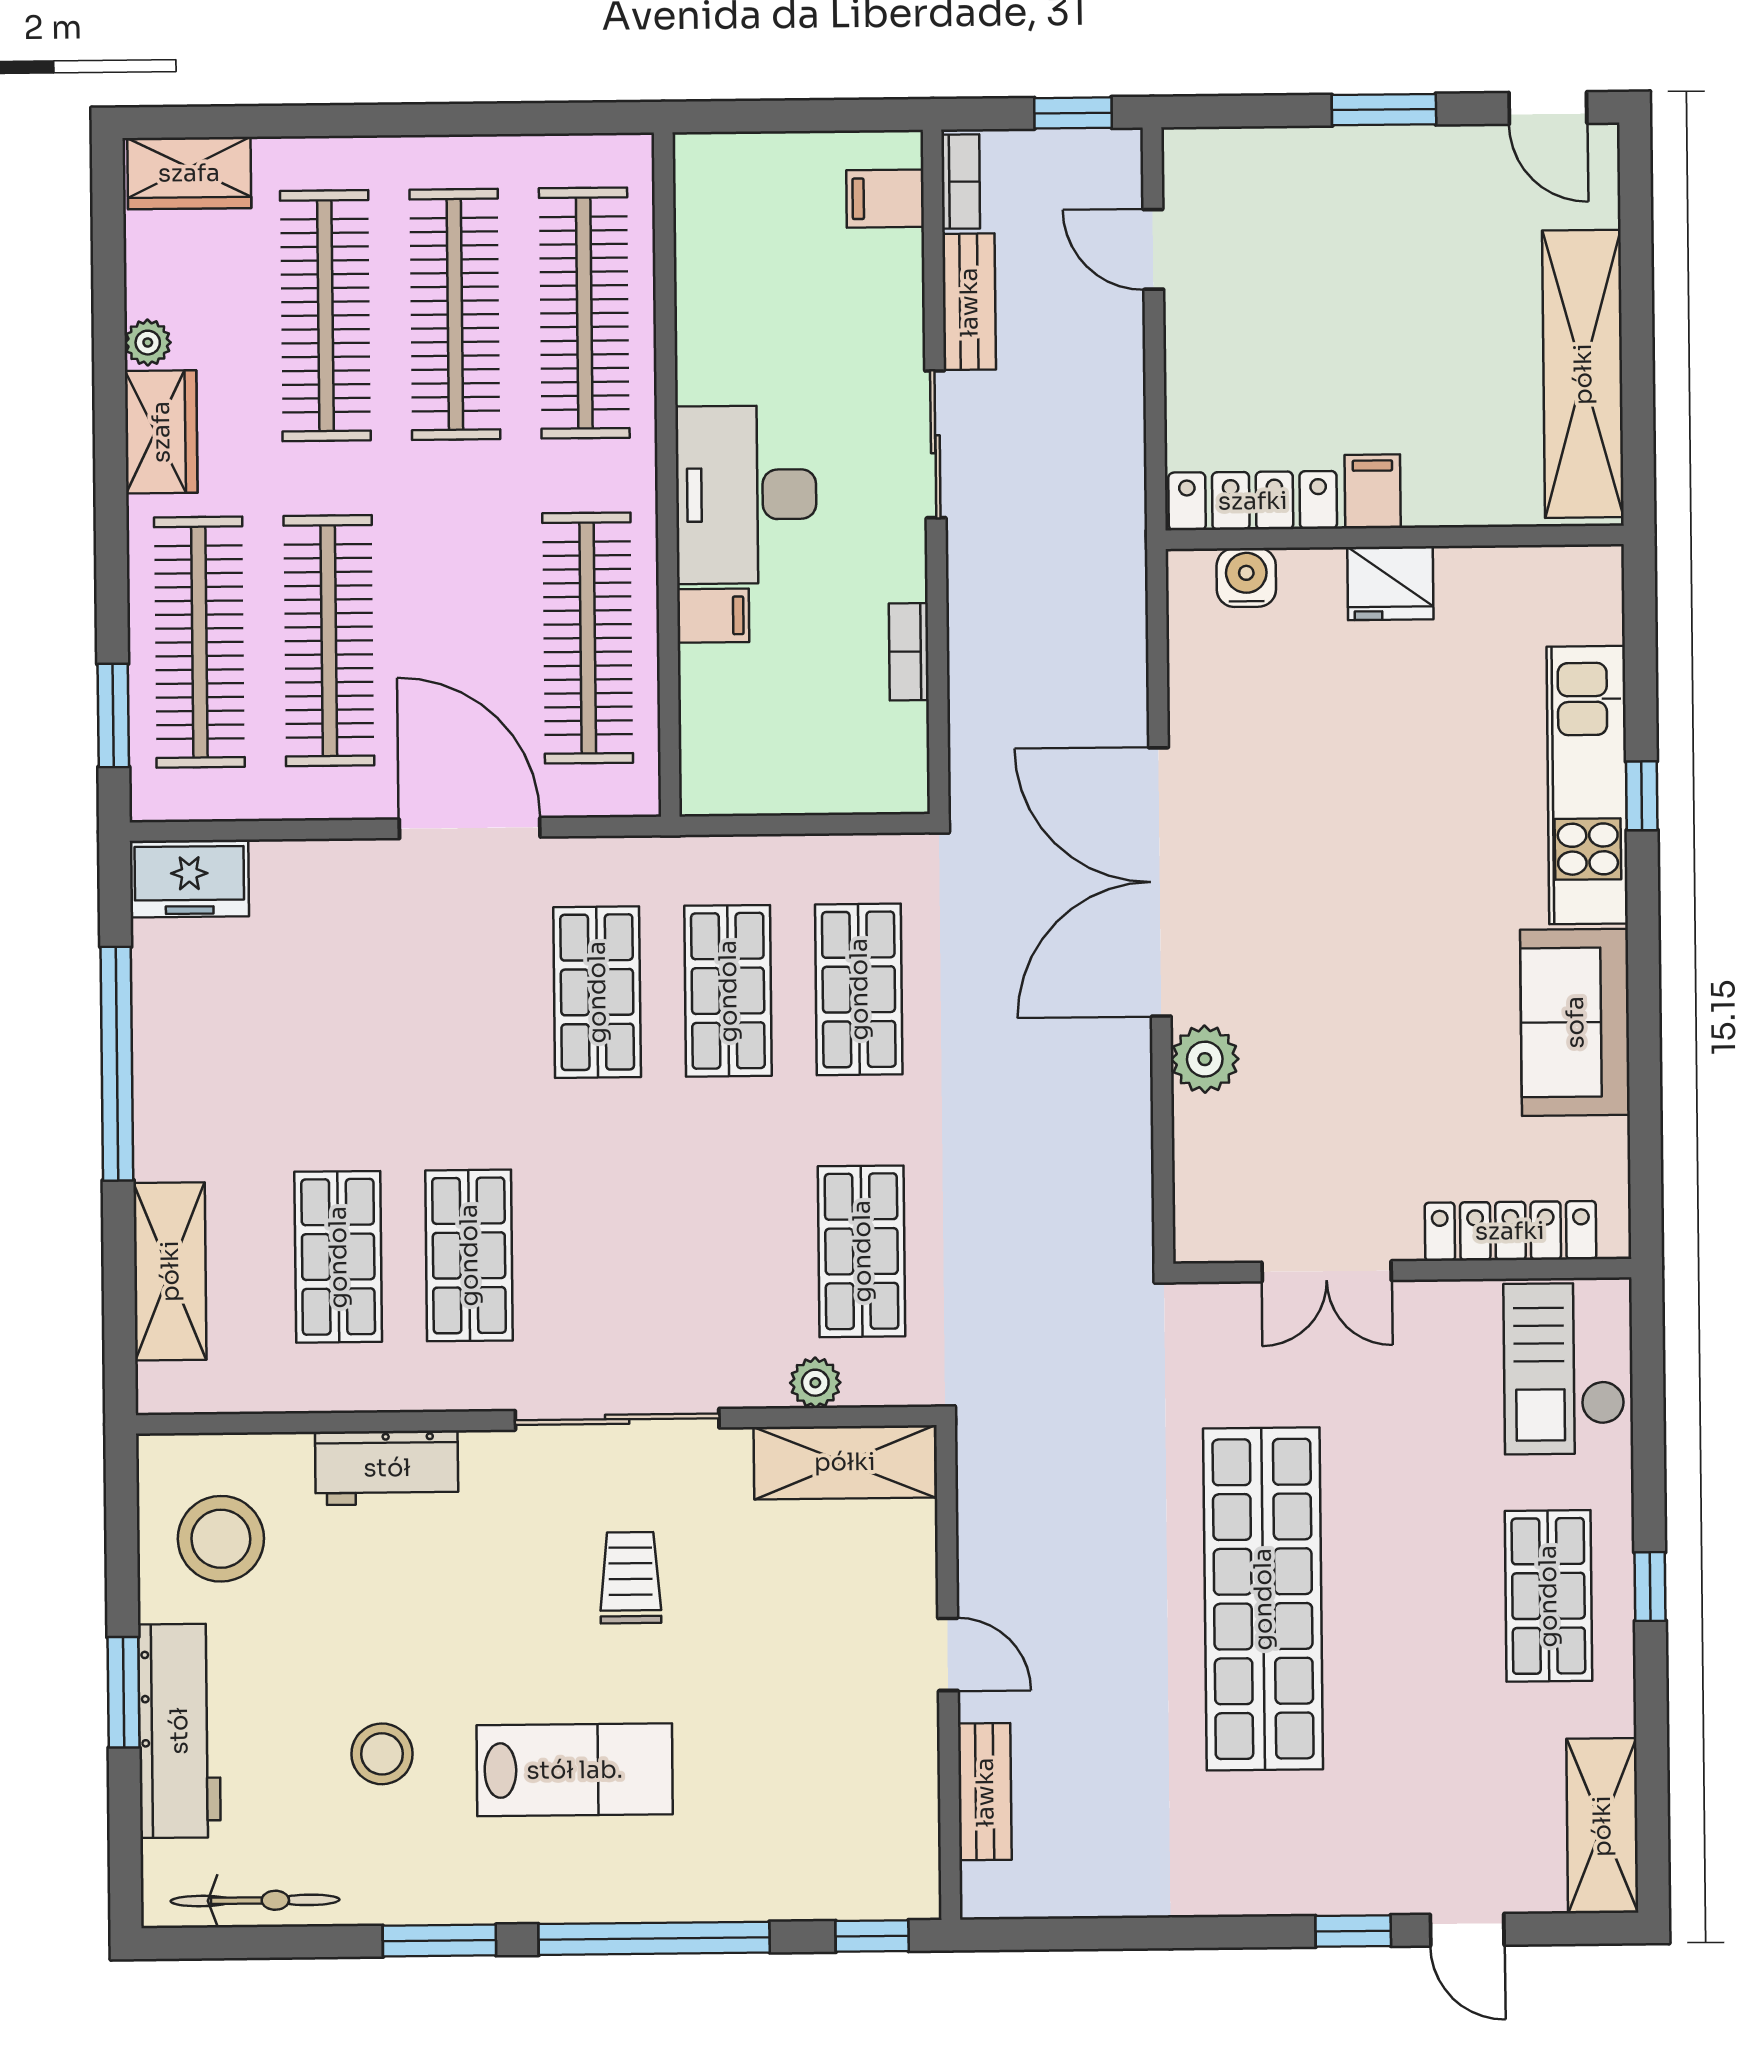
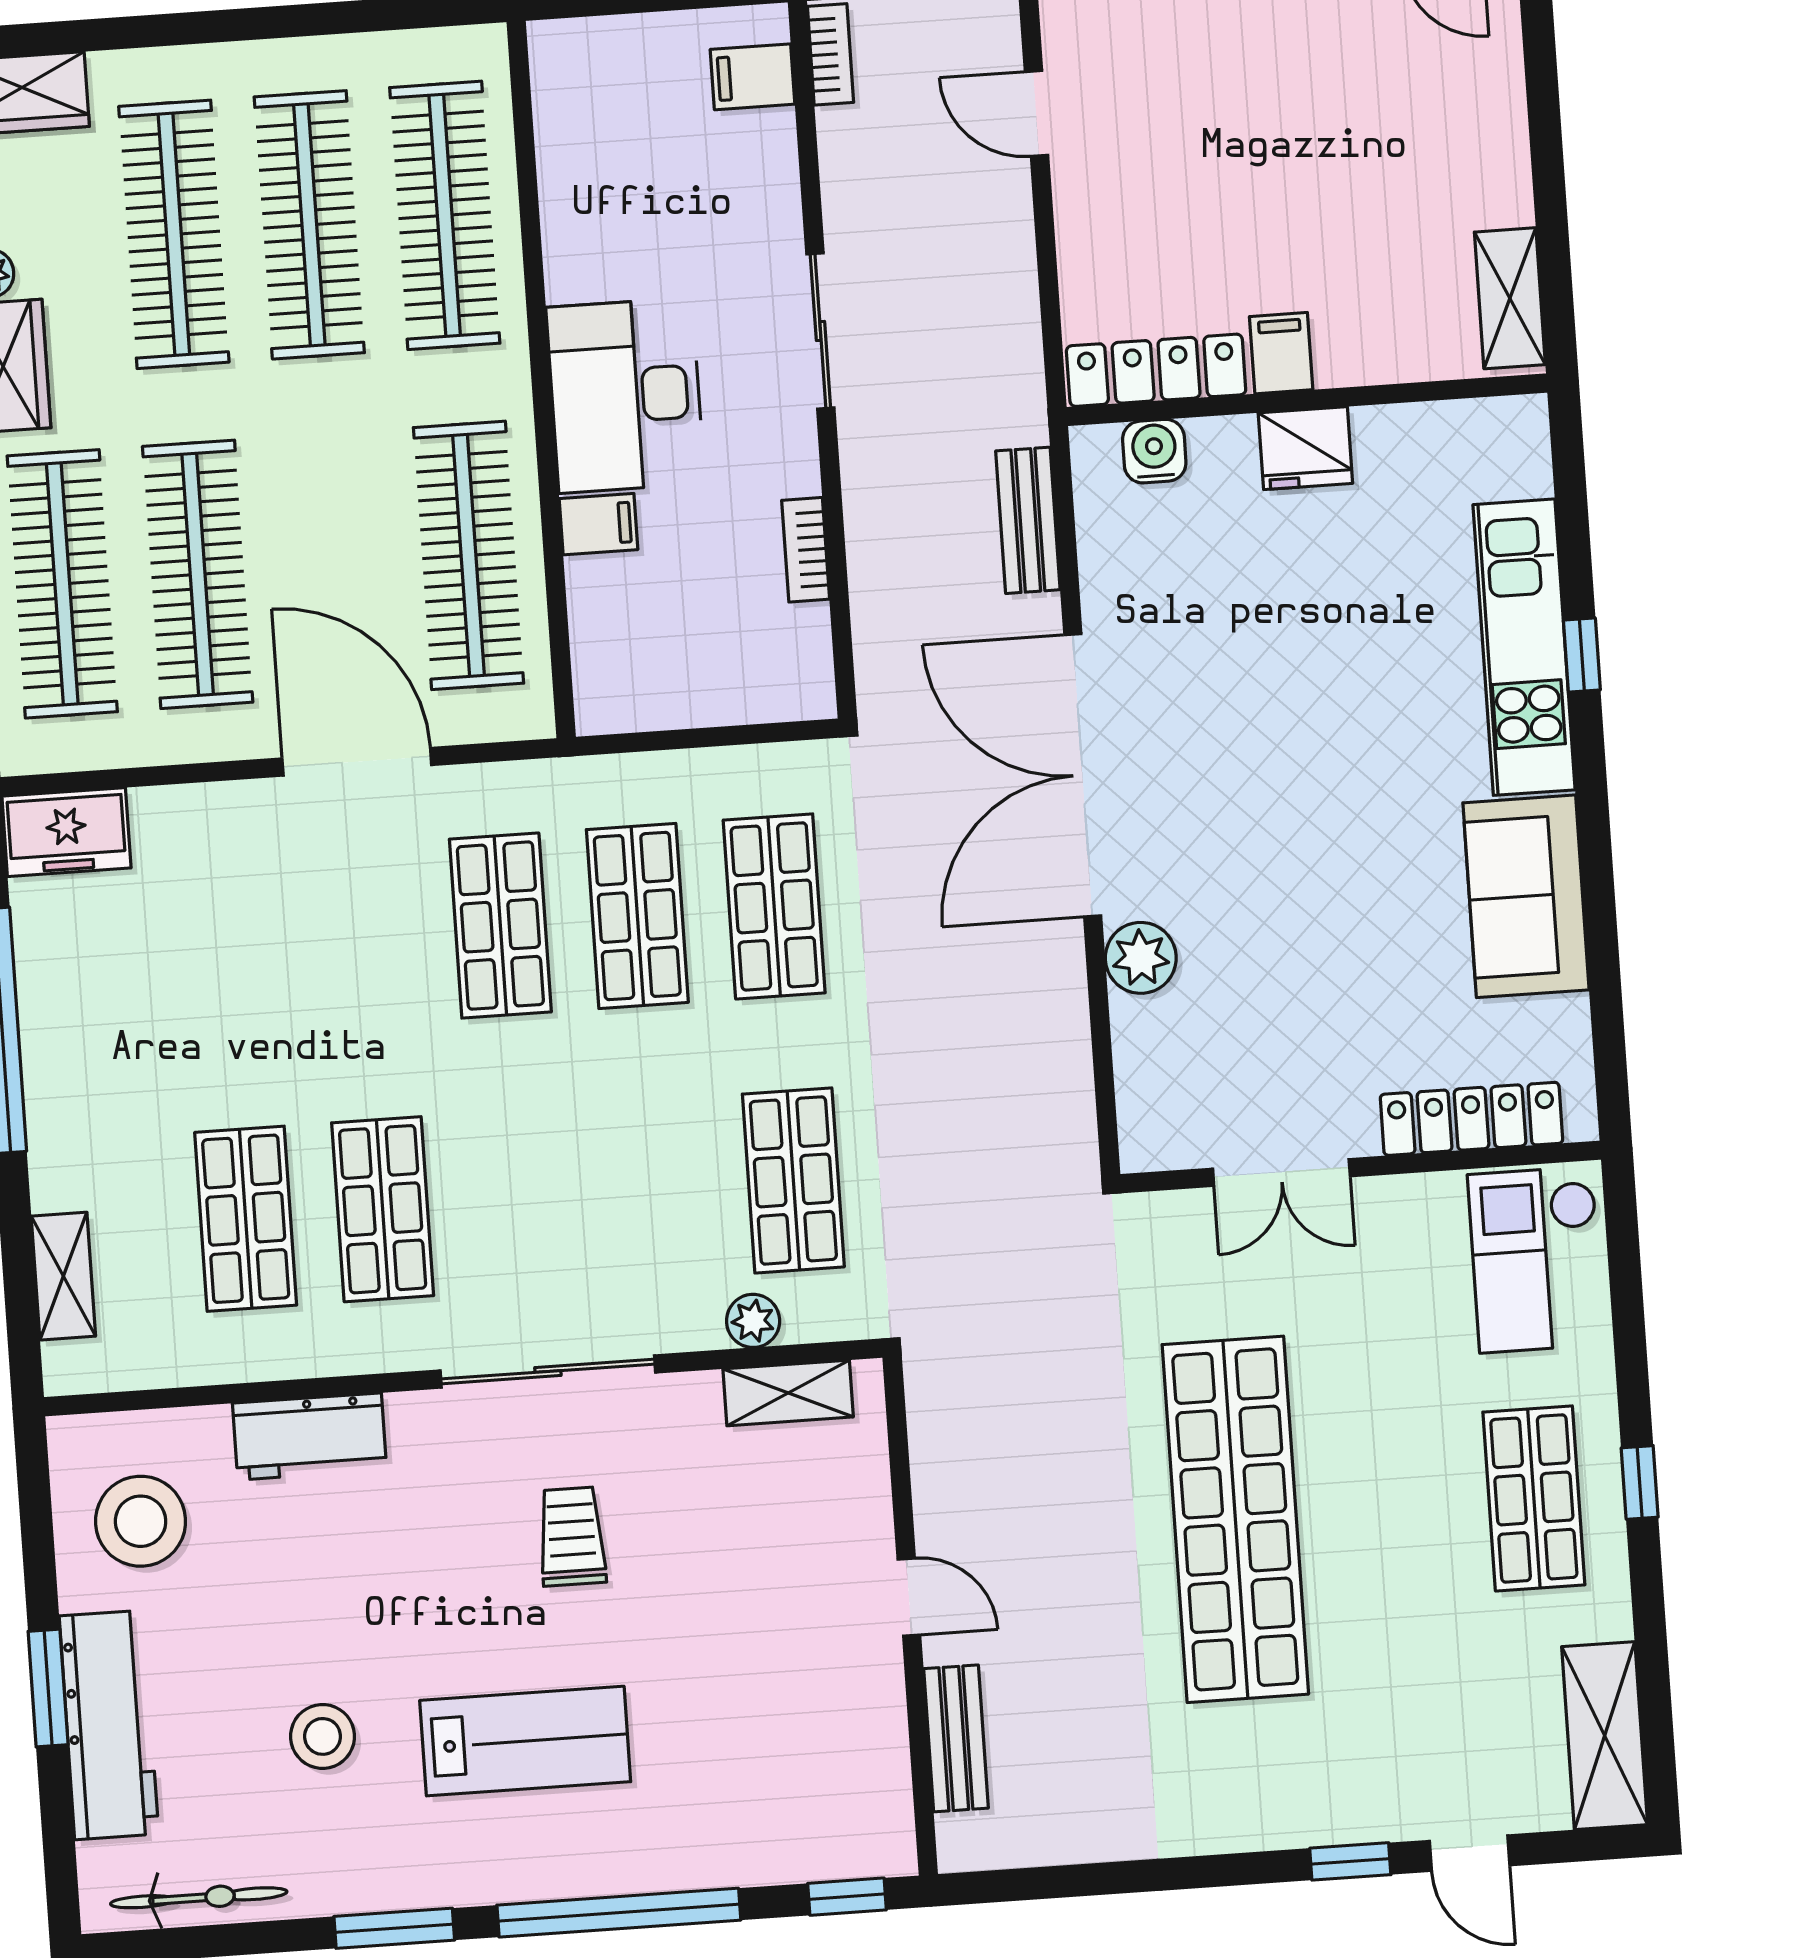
bench: (969, 302) -> (1028, 520), moved
shelving: (1583, 374) -> (1510, 298), width x0.45, depth x0.75
shelving: (170, 1271) -> (63, 1276), width x0.67, depth x0.75
shelving: (845, 1462) -> (788, 1393), width x0.67, depth x0.75

